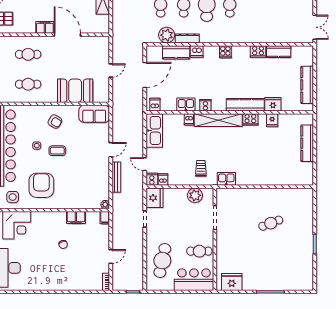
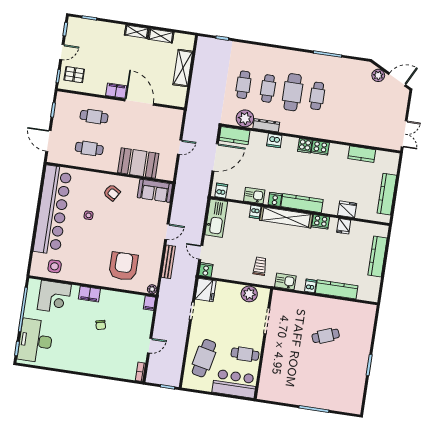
cooker: (258, 51) -> (320, 148), moved
kitchen counter: (176, 52) -> (235, 136), moved
kitchen counter: (245, 105) -> (302, 203), moved
coffee table: (57, 151) -> (110, 224), removed
dishwasher: (163, 179) -> (310, 286), moved
kitchen counter: (274, 179) -> (337, 289), added
armchair: (41, 185) -> (123, 266), moved
filing cabinet: (76, 218) -> (89, 294), moved
fridge: (232, 282) -> (275, 392), removed

